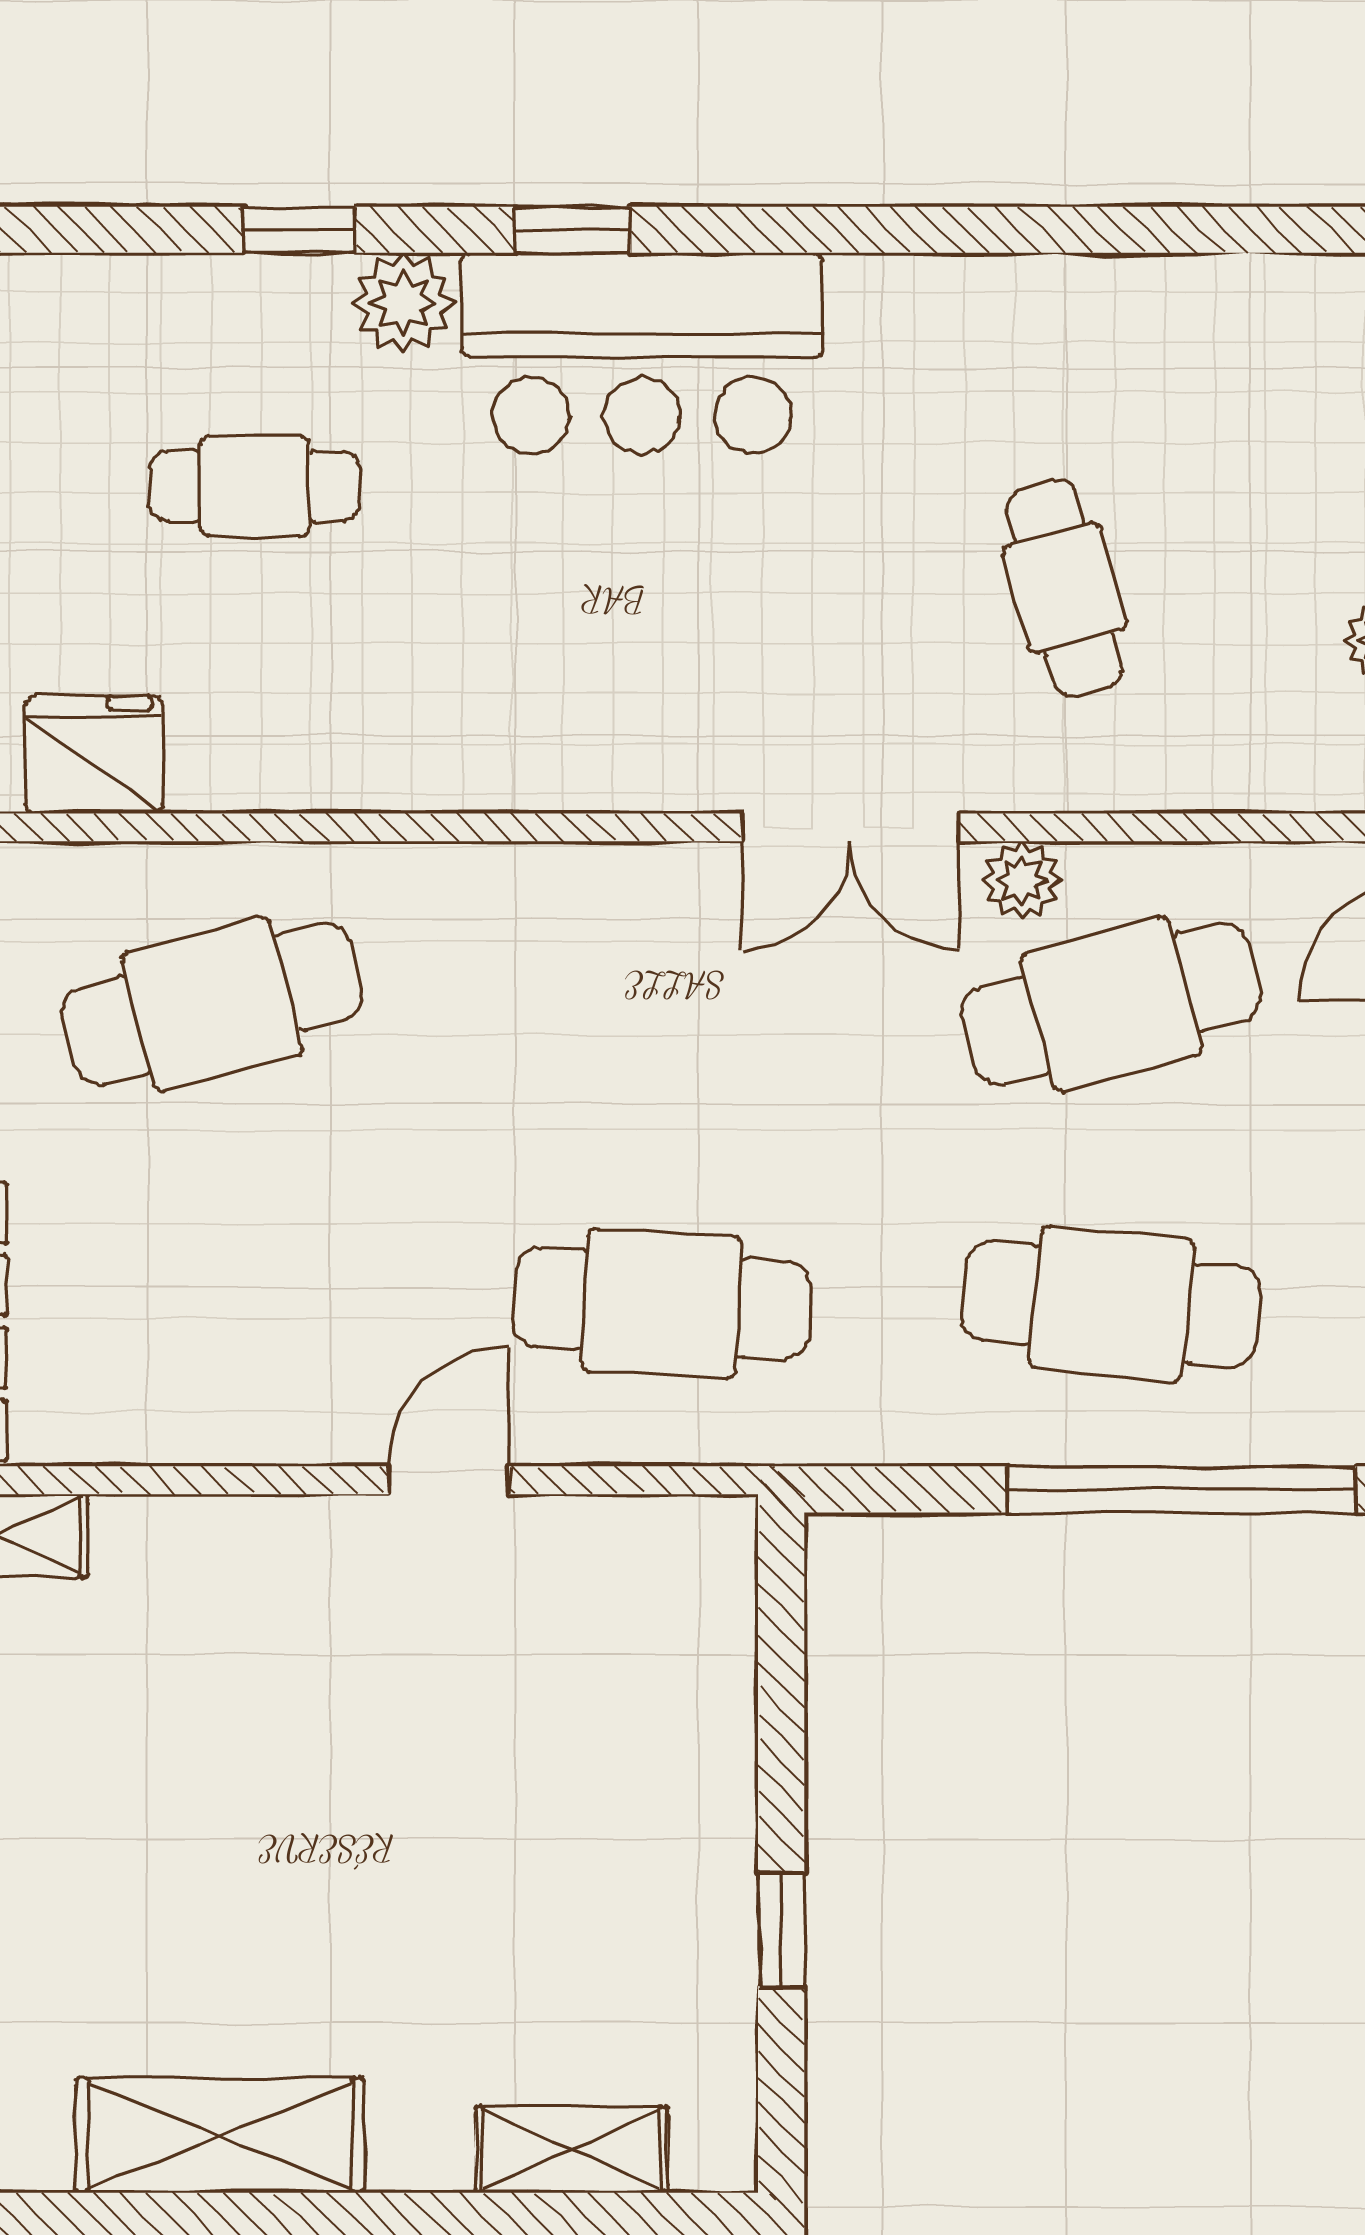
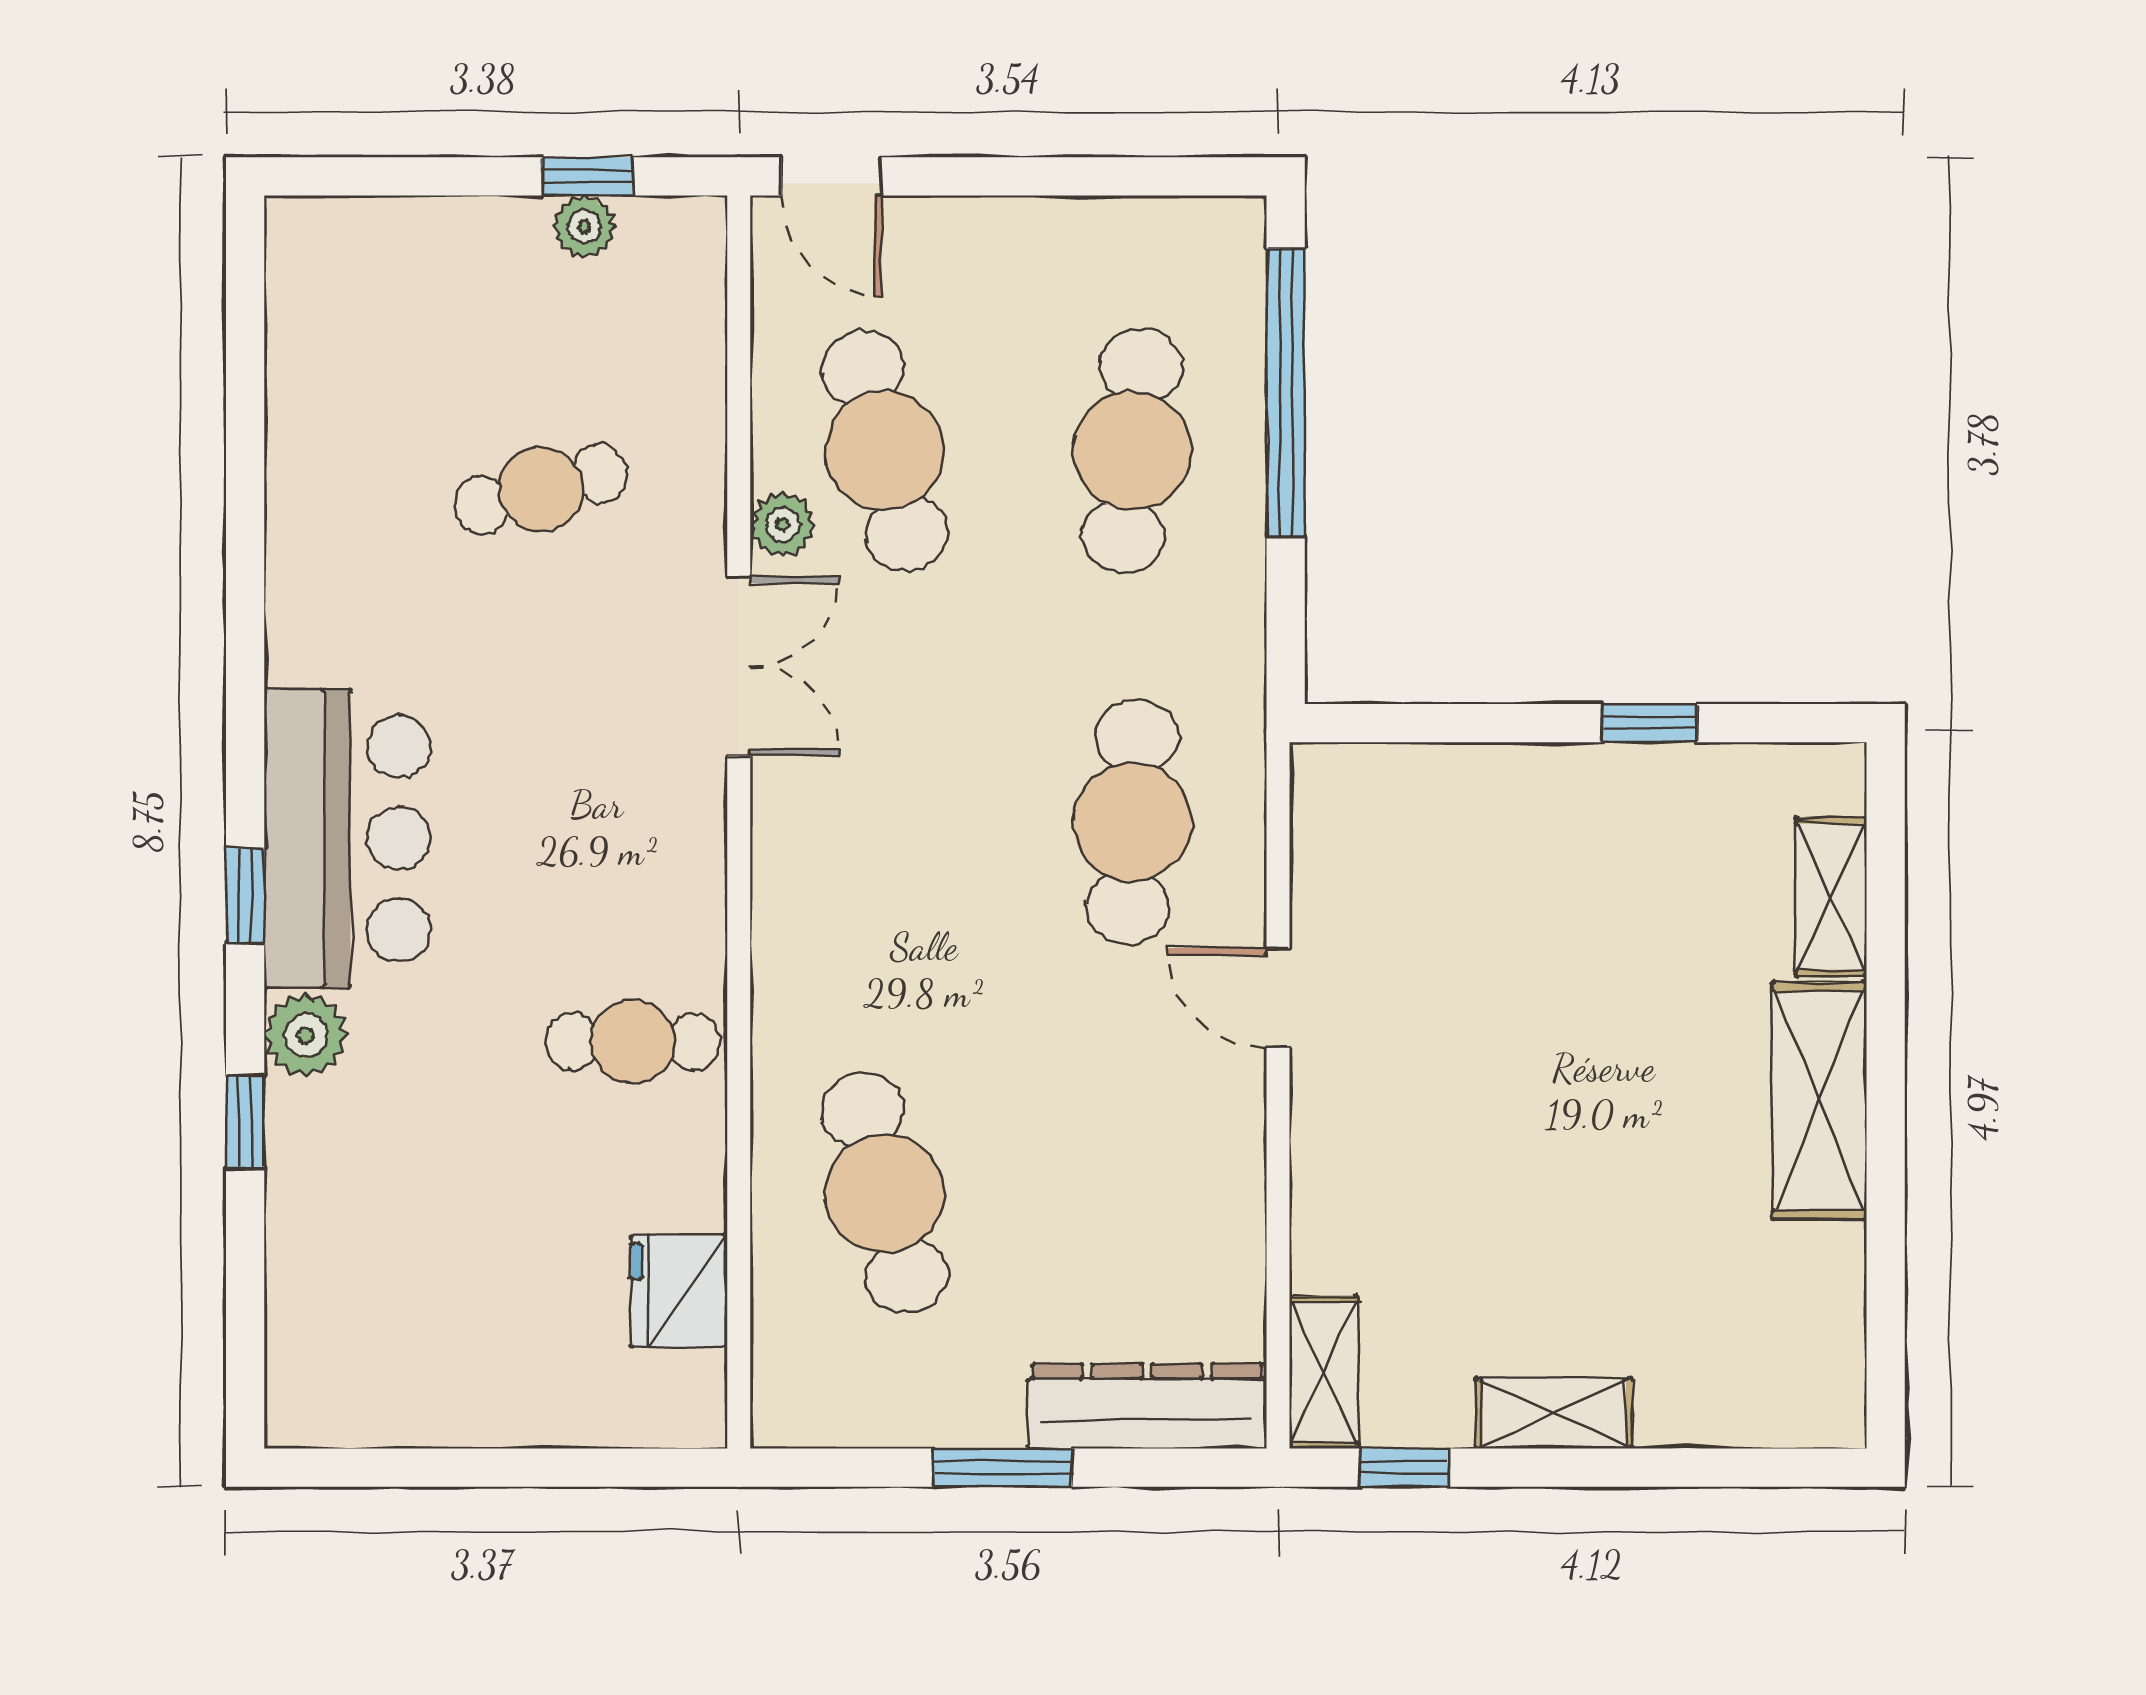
cafe table: (255, 486) -> (633, 1042), moved, turned 90
shelving: (220, 2136) -> (1819, 1101), moved

